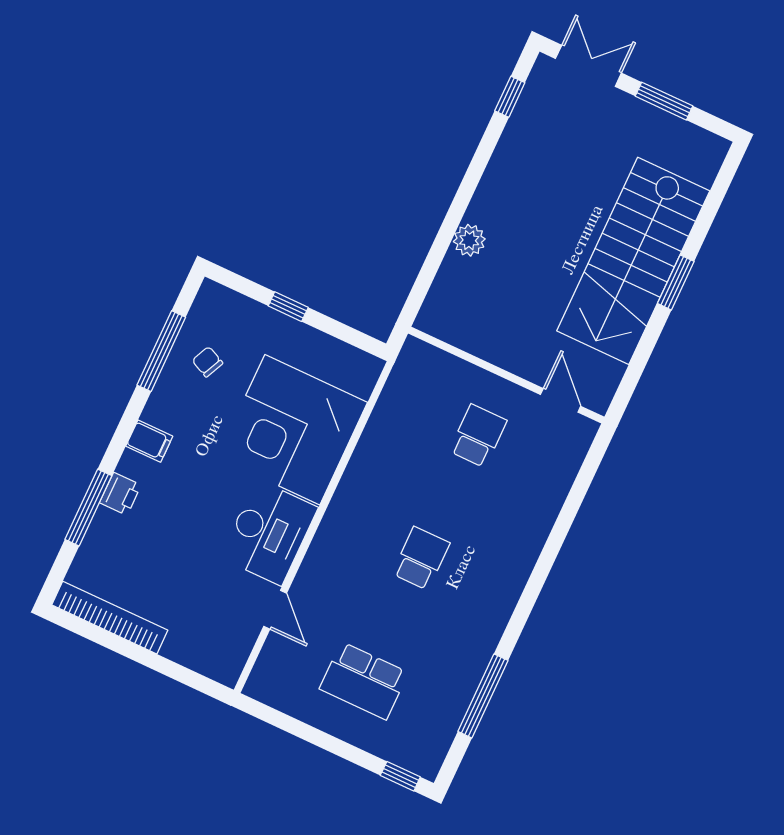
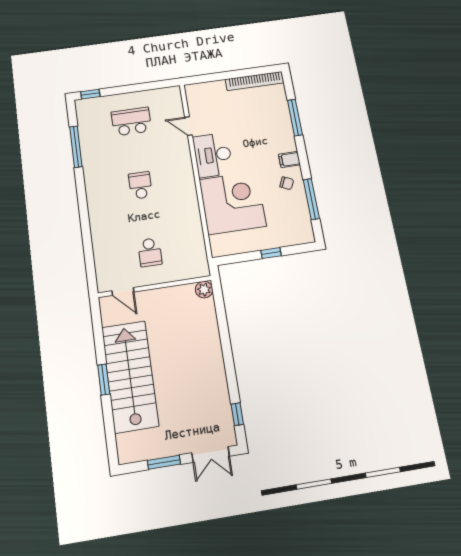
plant: (469, 240) -> (204, 290), moved
chair: (207, 362) -> (287, 183), moved
printer: (120, 494) -> (286, 131), removed
school desk: (421, 558) -> (140, 185), turned 180

